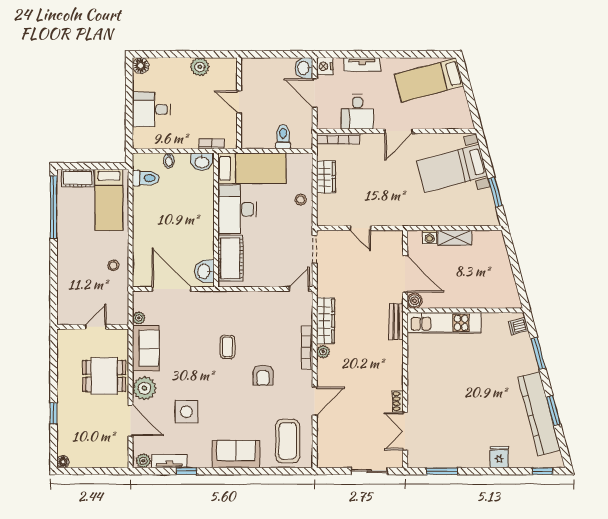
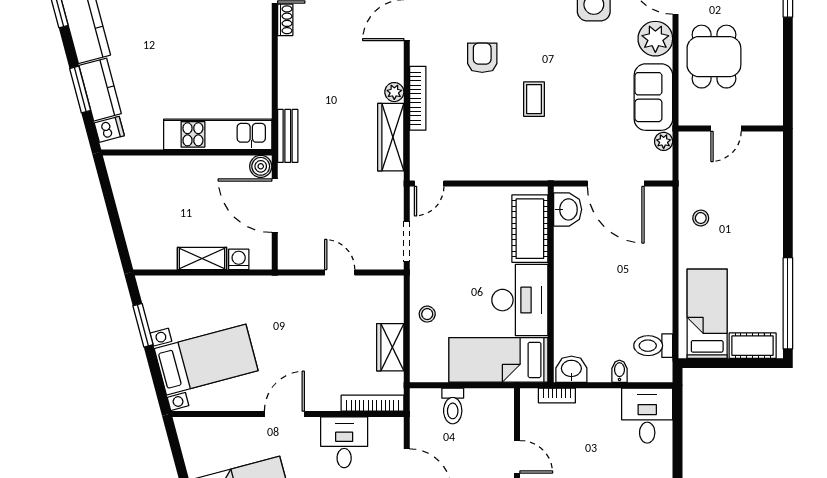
desk: (151, 109) -> (647, 416), moved, turned -90
kitchen counter: (525, 353) -> (100, 90), added
dining table: (104, 376) -> (714, 57), turned 90

